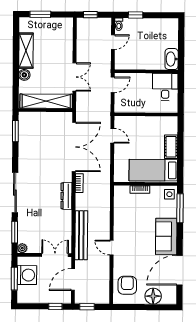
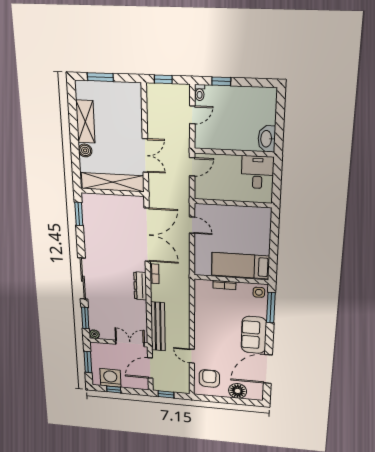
cot: (171, 147) -> (263, 241), removed
door: (112, 248) -> (192, 356), moved
washing machine: (27, 275) -> (110, 378), moved, turned -90
window: (55, 307) -> (114, 389), moved

